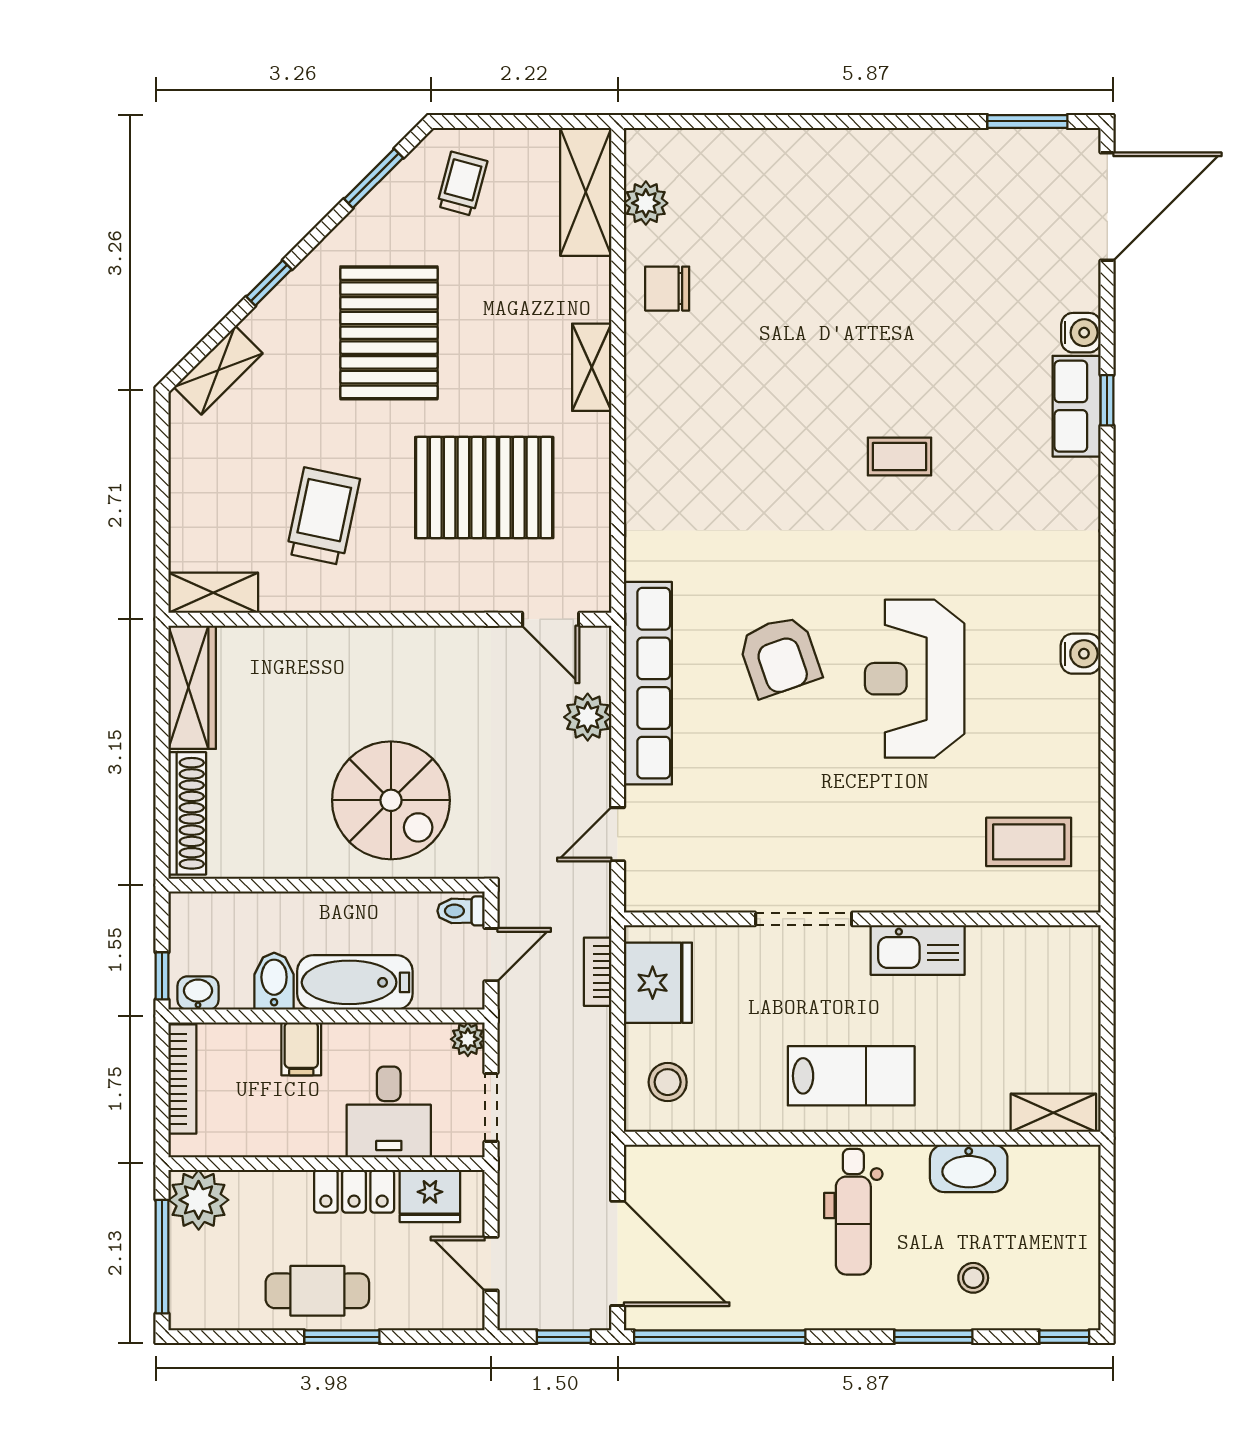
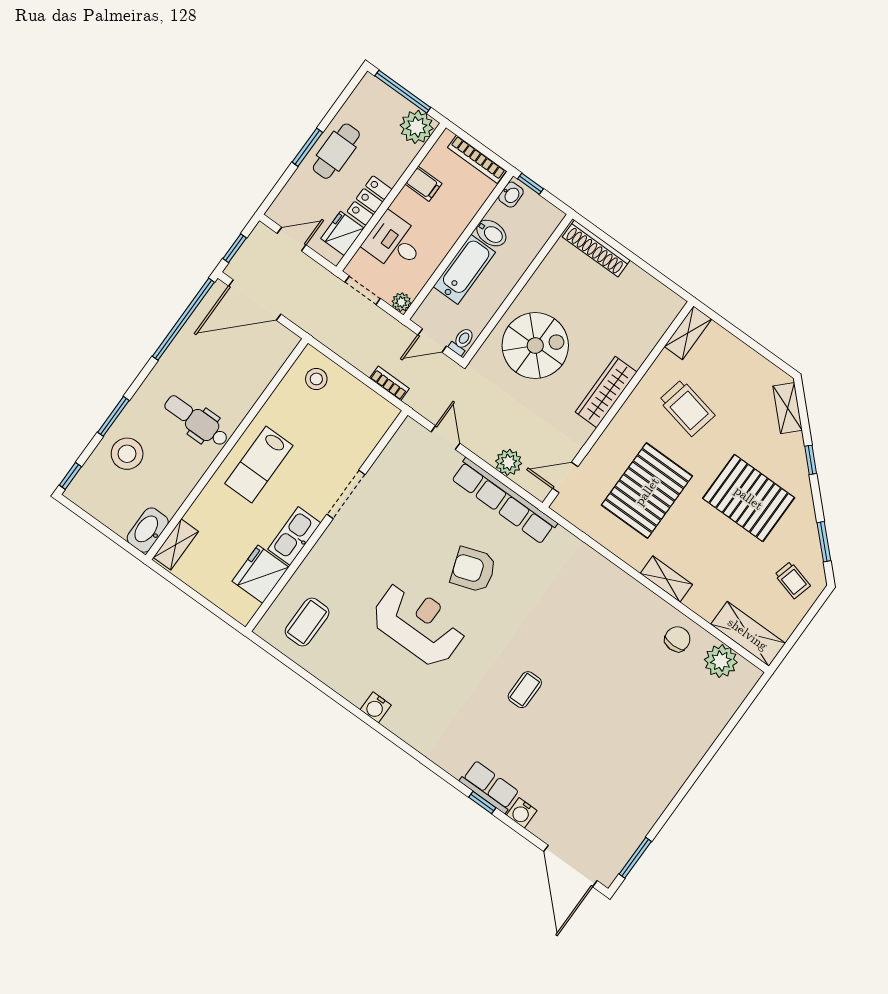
plant: (646, 203) -> (721, 661), width x1.36, depth x1.36
wardrobe: (192, 687) -> (606, 392), moved, turned 90
spiral stairs: (391, 800) -> (535, 346), turned 180
door: (491, 955) -> (432, 340), hinge flipped
fridge: (658, 983) -> (260, 574), moved, turned 90
filing cabinet: (301, 1049) -> (423, 184), moved, turned 180
washbasin: (969, 1168) -> (148, 530), moved
stool: (973, 1278) -> (127, 454), width x1.89, depth x1.89

